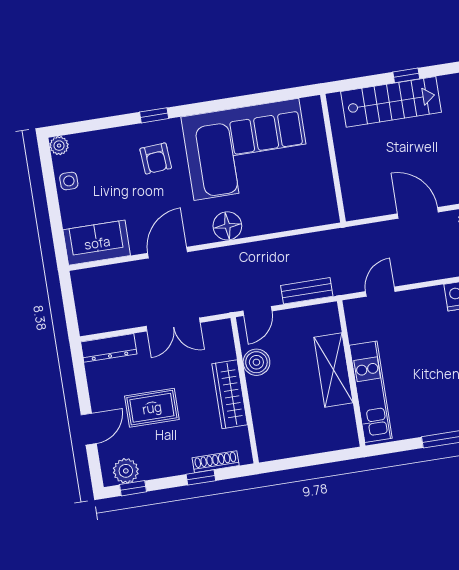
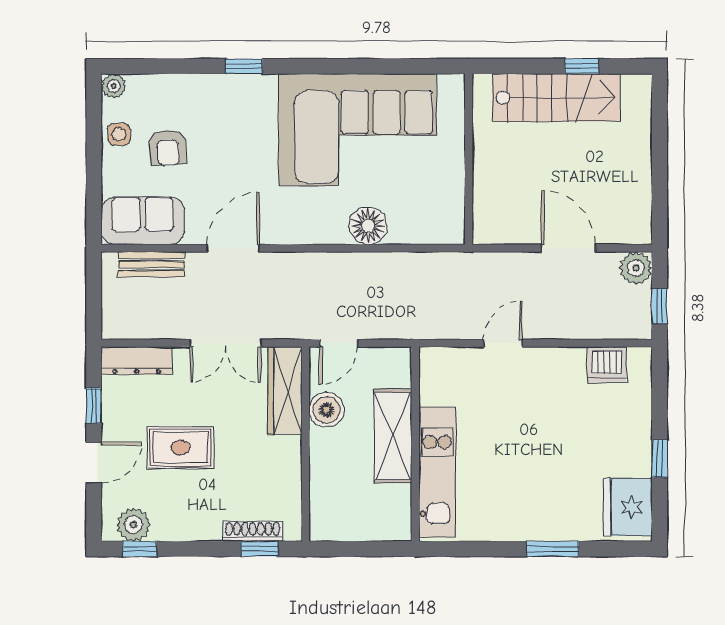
armchair: (156, 158) -> (168, 148), moved
floor lamp: (227, 226) -> (368, 226), moved
bench: (307, 291) -> (151, 264), moved
shelving: (333, 370) -> (393, 436), moved
wall: (351, 373) -> (415, 444), moved
window: (82, 387) -> (94, 406), added
kitchen unit: (371, 392) -> (437, 472), moved
wardrobe: (230, 394) -> (285, 390), moved
window: (201, 477) -> (259, 549), moved

